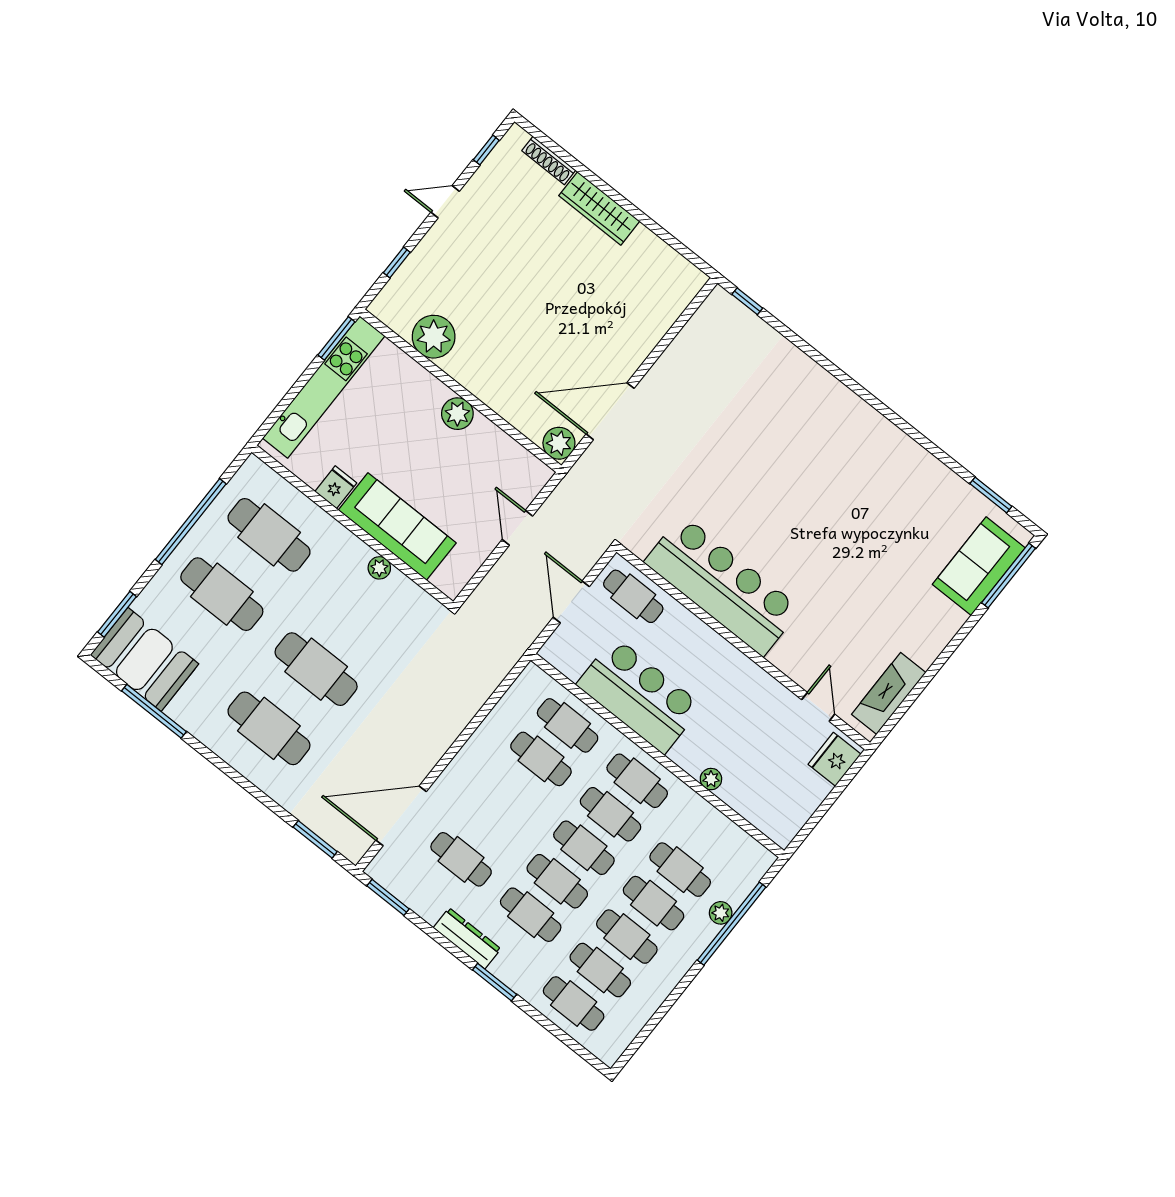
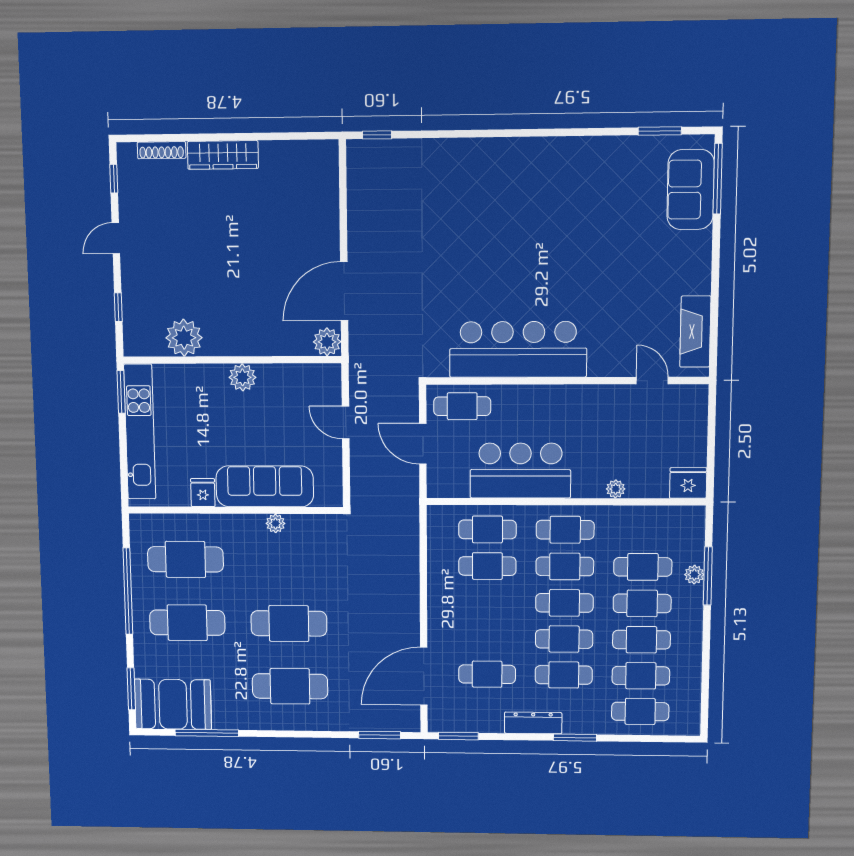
fridge: (835, 759) -> (688, 483), moved, turned 90
window: (732, 924) -> (708, 576), width x0.68

